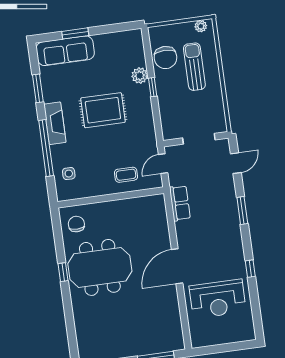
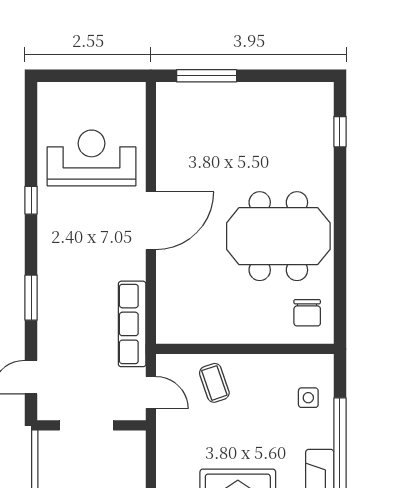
door: (163, 164) -> (151, 393), hinge flipped
coffee table: (126, 175) -> (214, 383), turned 71
row of seats: (180, 203) -> (132, 324), width x1.48
window: (63, 272) -> (340, 132), moved

